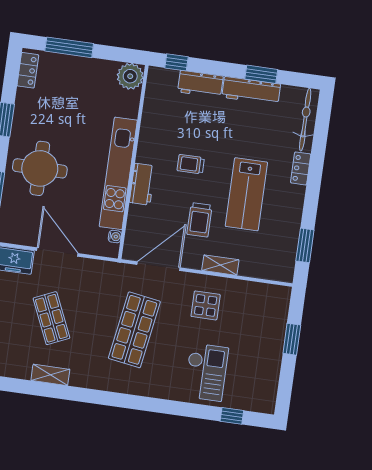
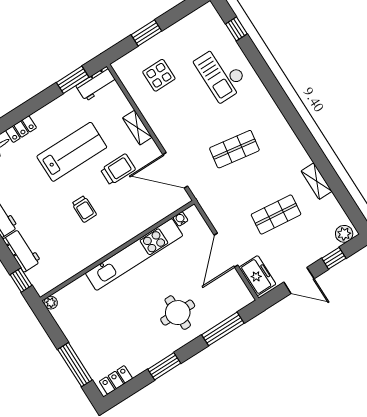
plant: (130, 76) -> (51, 303), width x0.53, depth x0.53
round table: (40, 168) -> (178, 313), width x0.73, depth x0.73
workbench: (142, 184) -> (96, 84), moved, turned 180
display table: (206, 305) -> (159, 75), moved
shop shelf: (51, 318) -> (276, 214), turned 30
shop shelf: (134, 330) -> (234, 149), width x0.70, depth x0.74
checkout: (206, 372) -> (221, 73), turned -90

